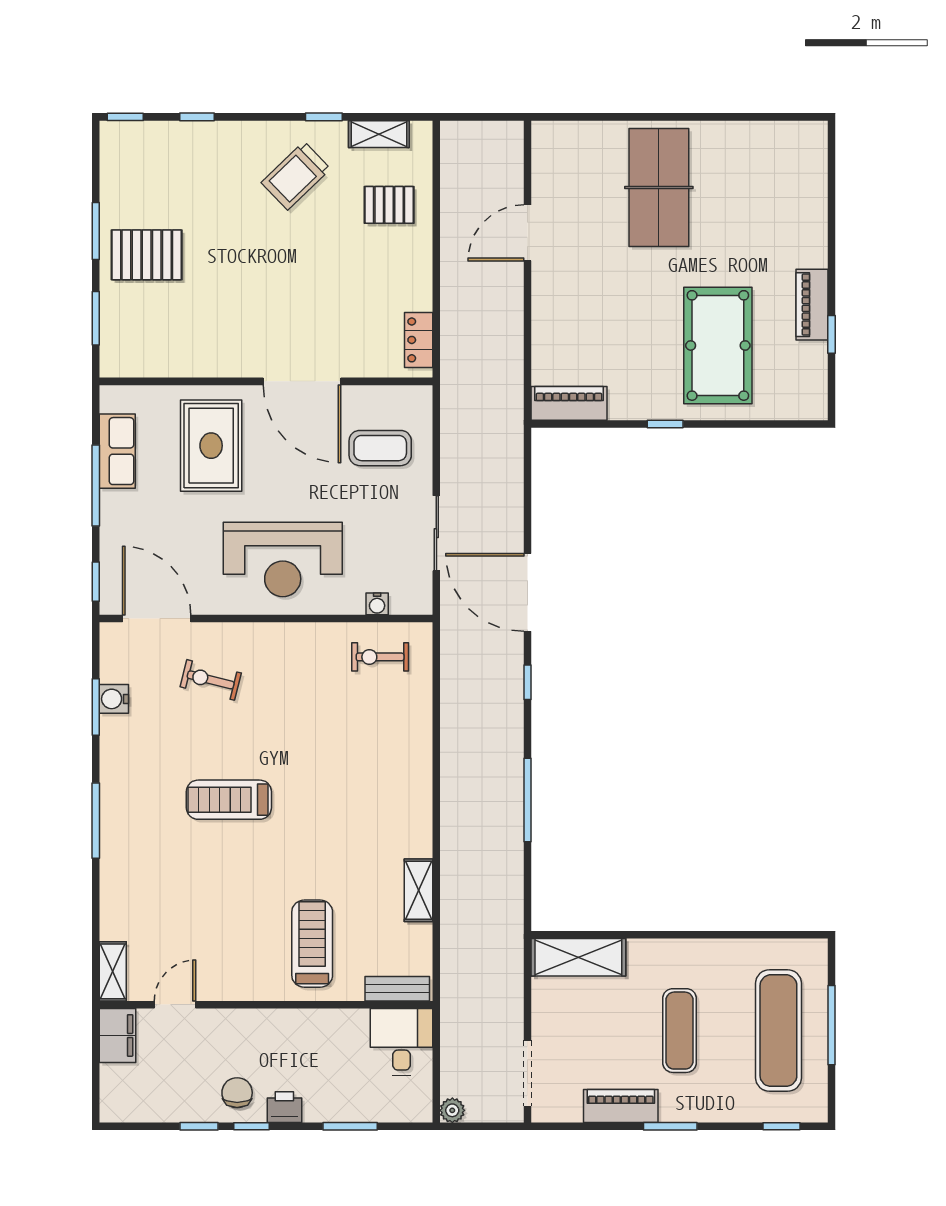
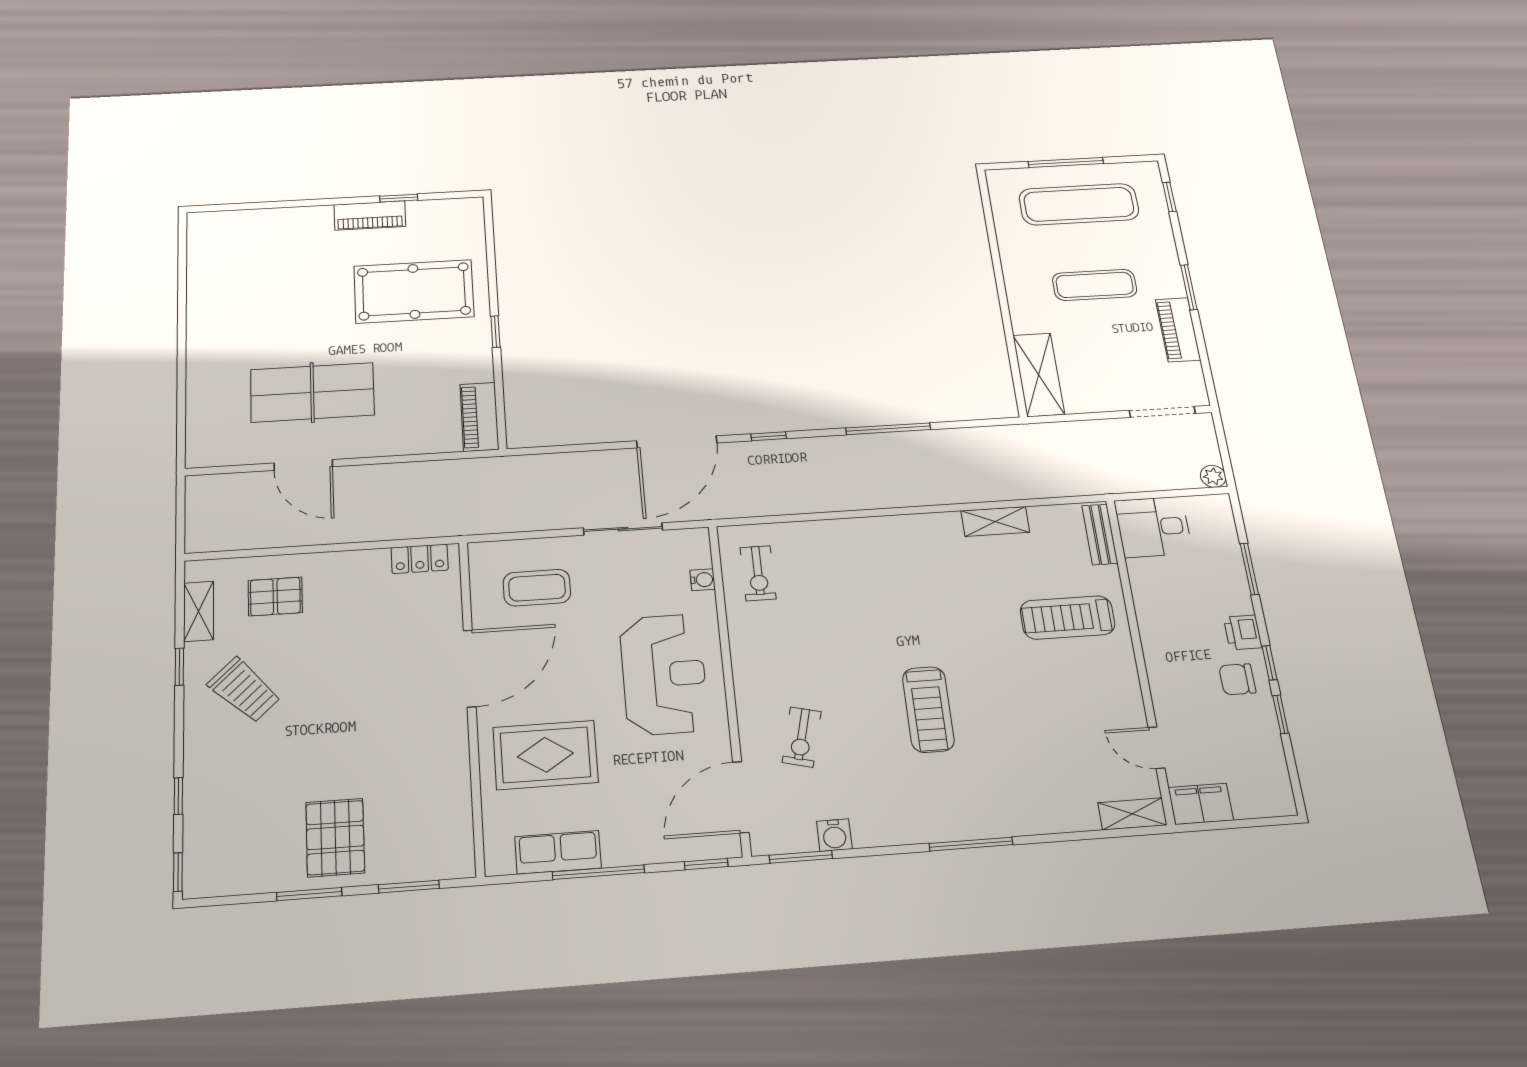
table tennis table: (659, 187) -> (312, 392), moved
pallet: (389, 205) -> (275, 597), turned 90
coffee table: (380, 448) -> (537, 588), turned 90
window: (96, 707) -> (801, 857), moved

